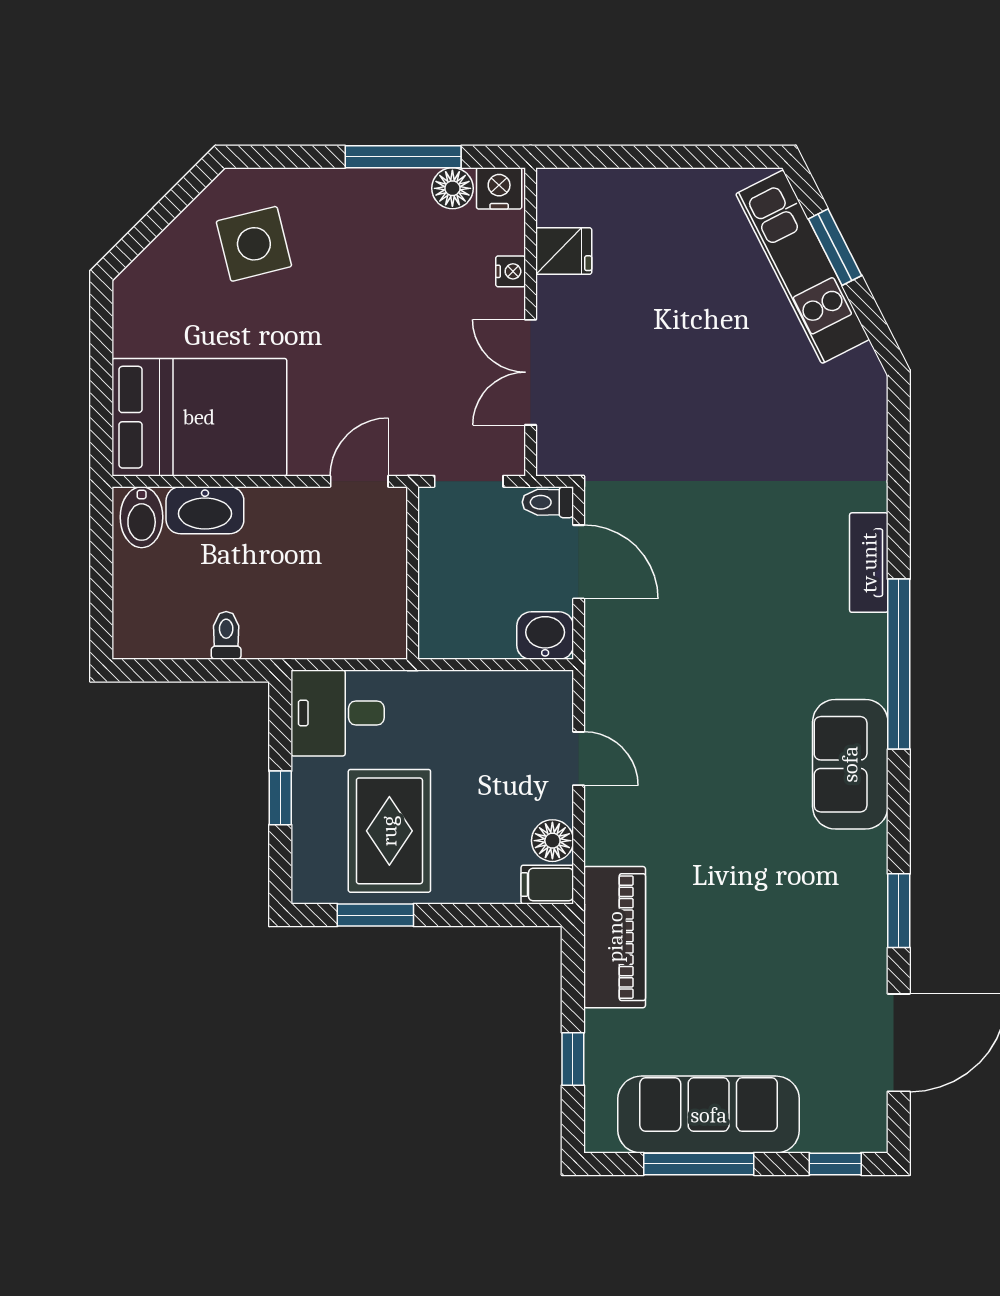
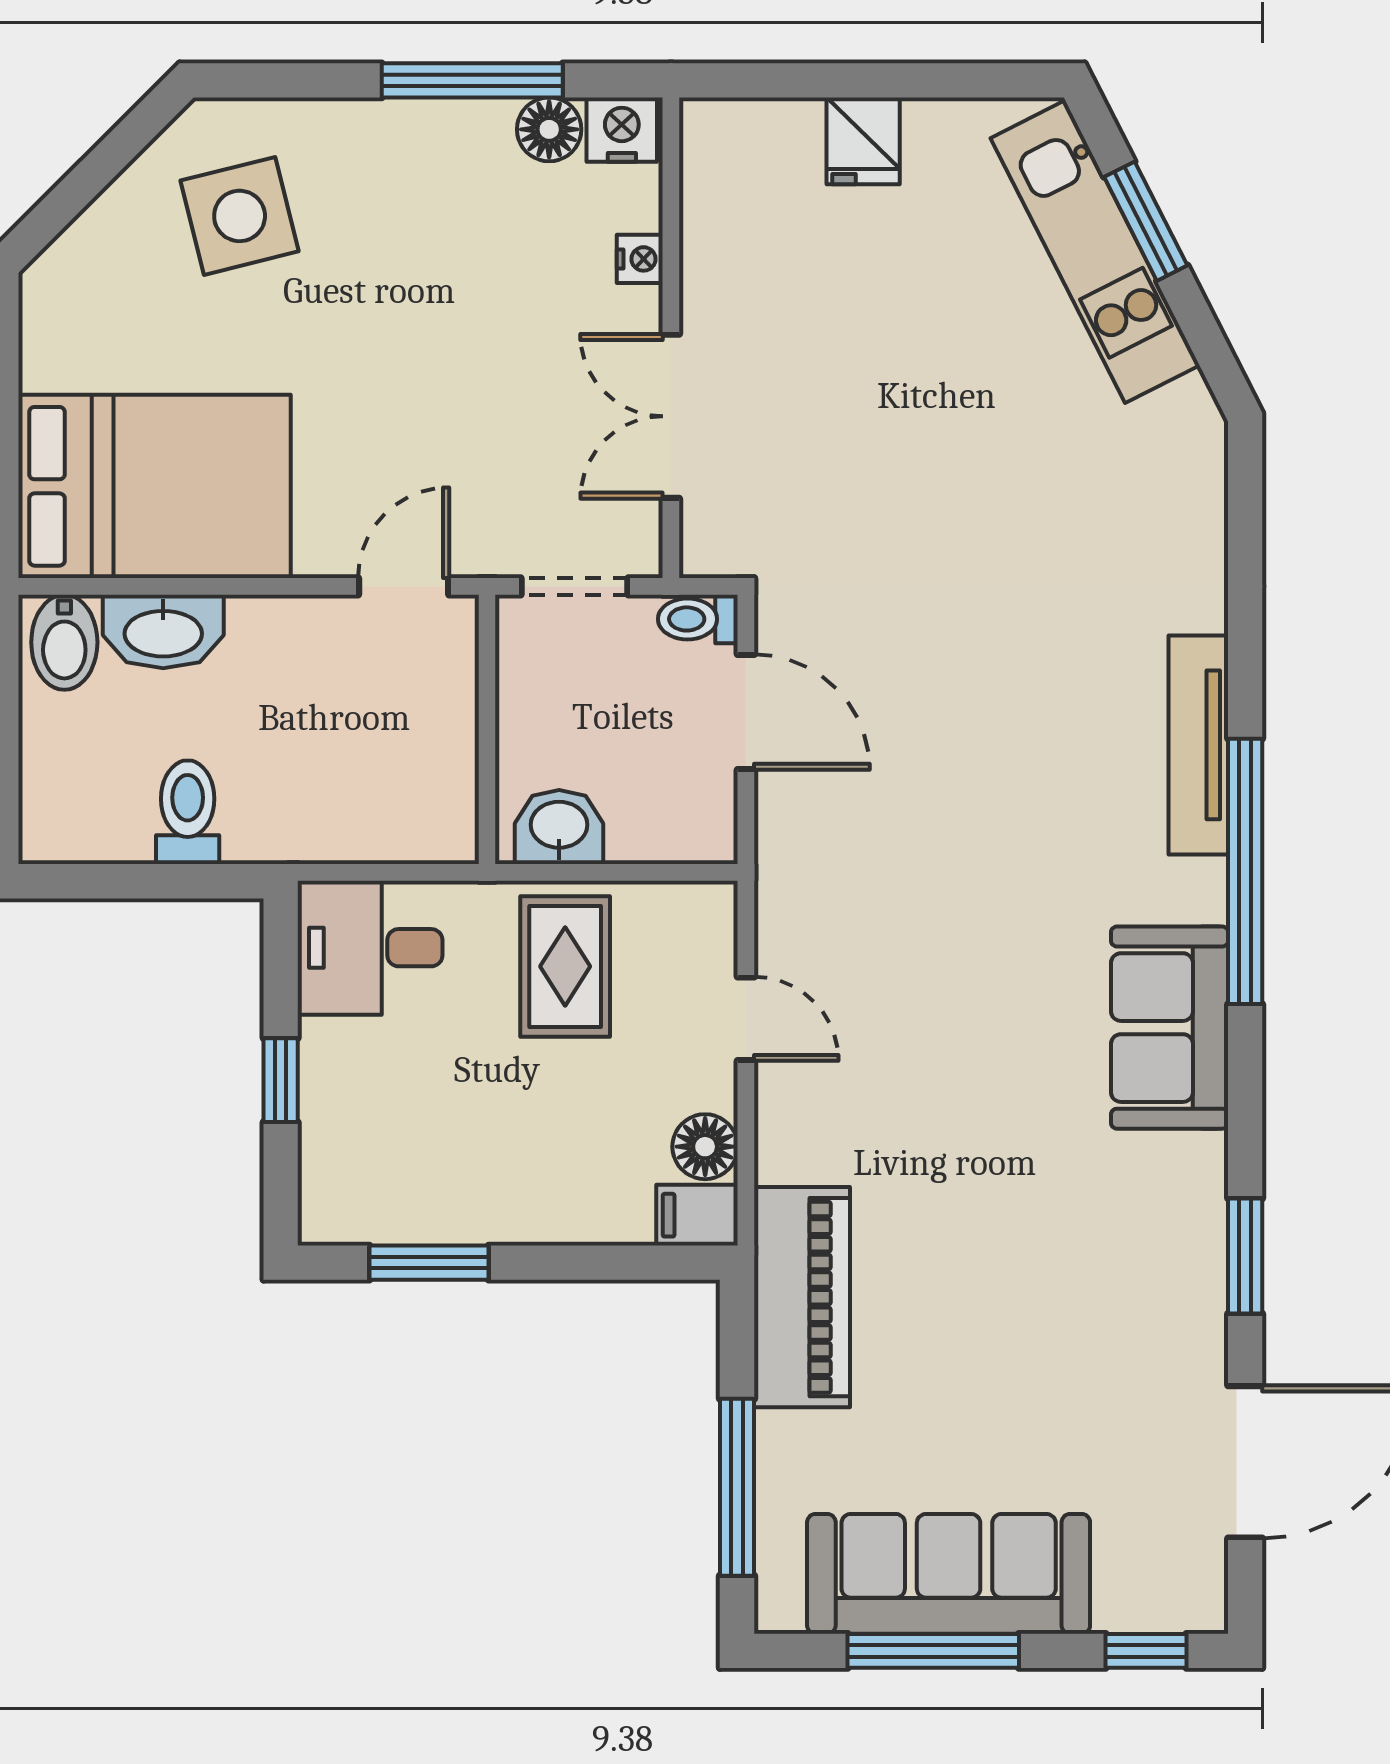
fridge: (564, 251) -> (863, 141), moved, turned 90
tv unit: (869, 563) -> (1198, 745), width x1.41
toilet: (226, 635) -> (188, 812), width x1.37, depth x1.39
washbasin: (545, 636) -> (559, 827), moved
rug: (389, 831) -> (565, 966), moved, width x0.73, depth x0.70
window: (573, 1059) -> (737, 1487), width x2.17

